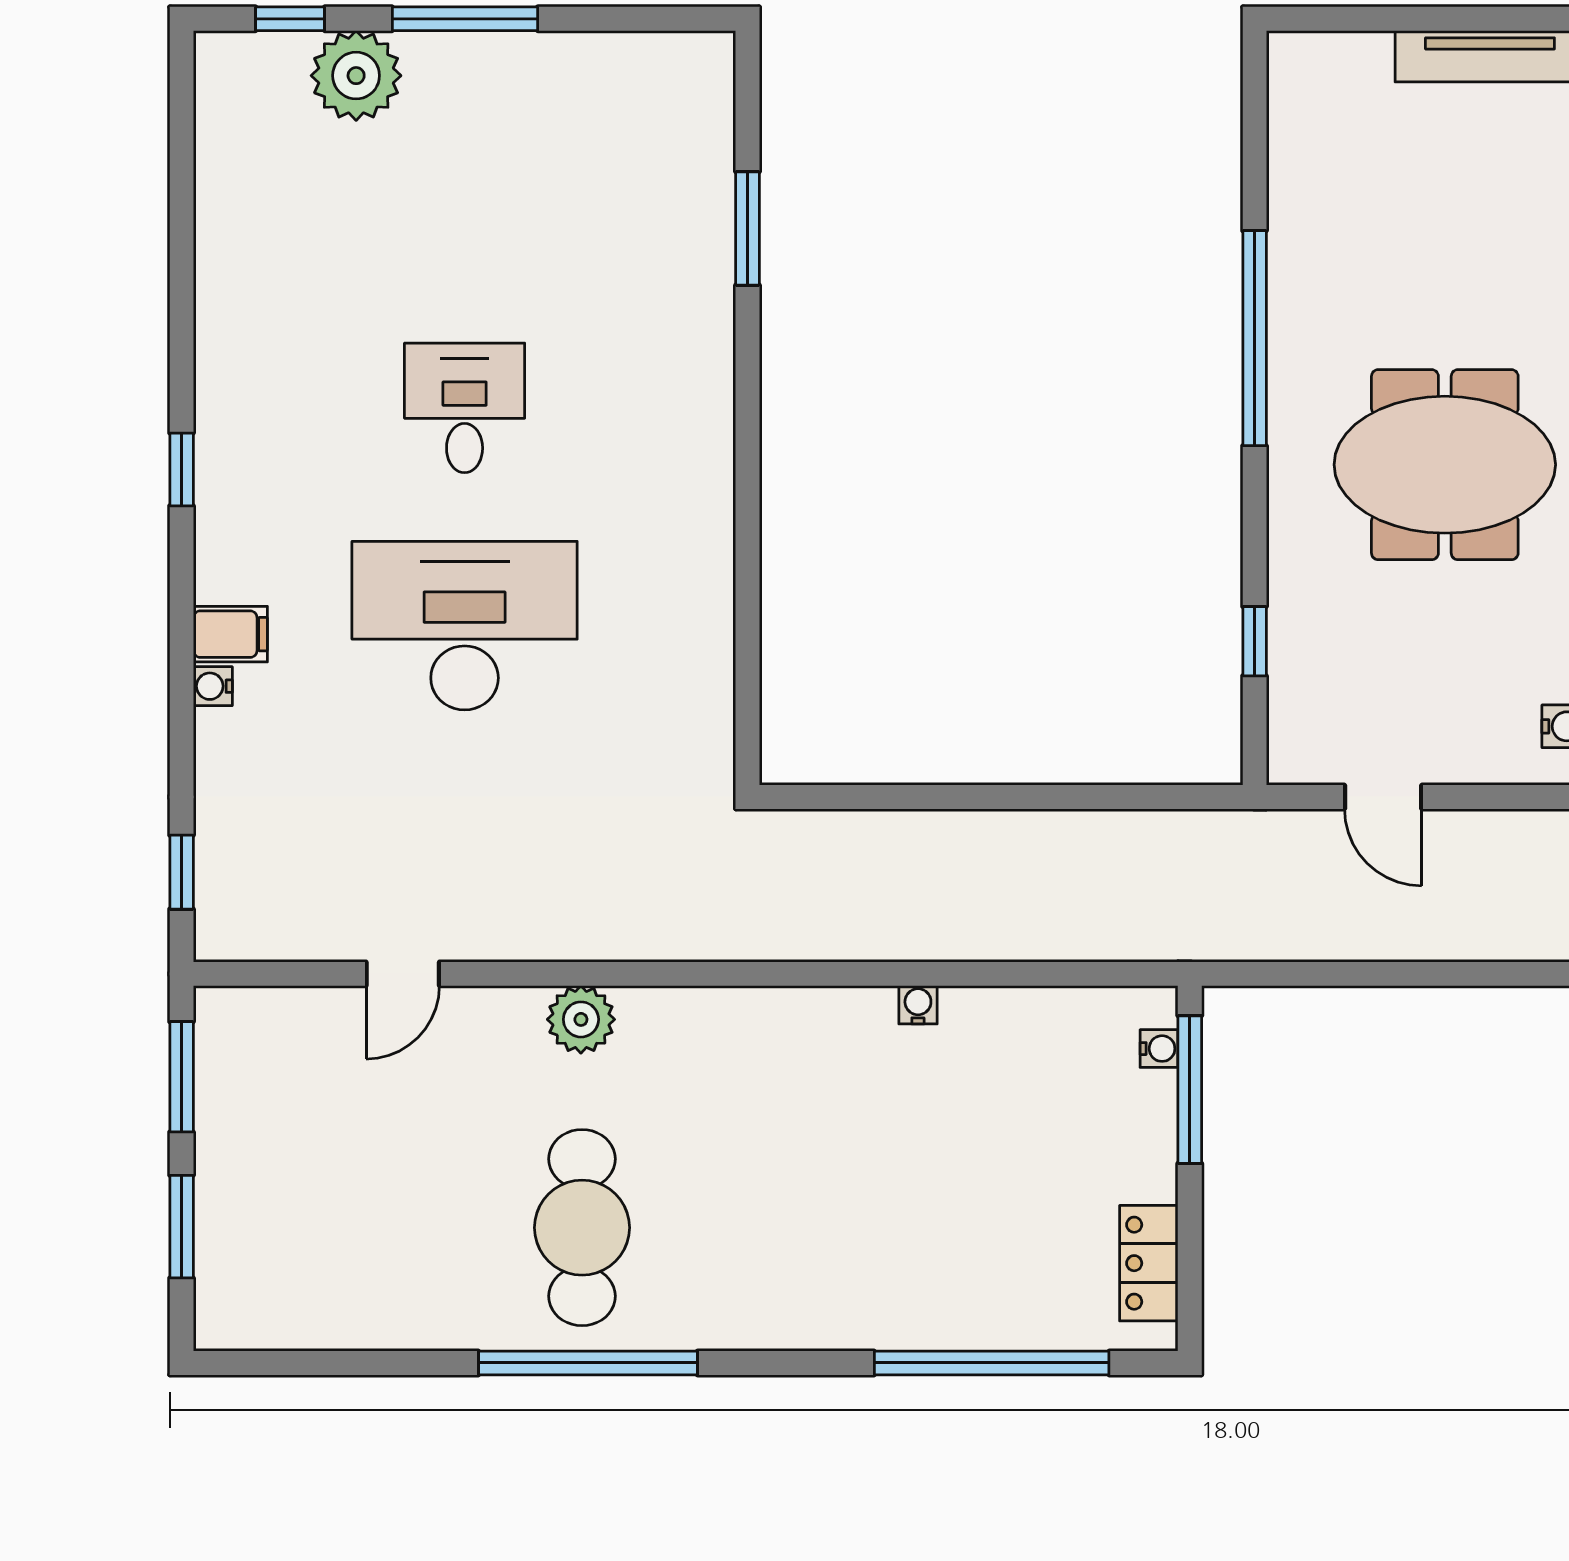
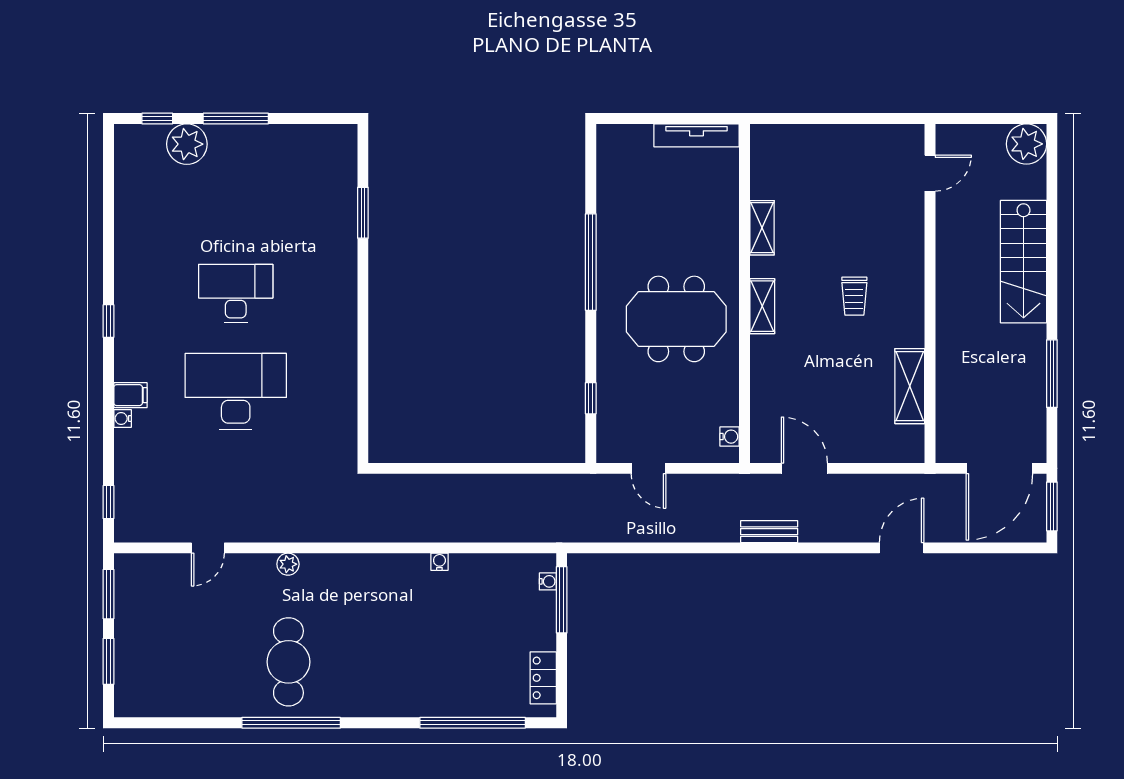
desk: (465, 408) -> (236, 293), width x1.37
plant: (581, 1019) -> (288, 564), width x0.73, depth x0.73

